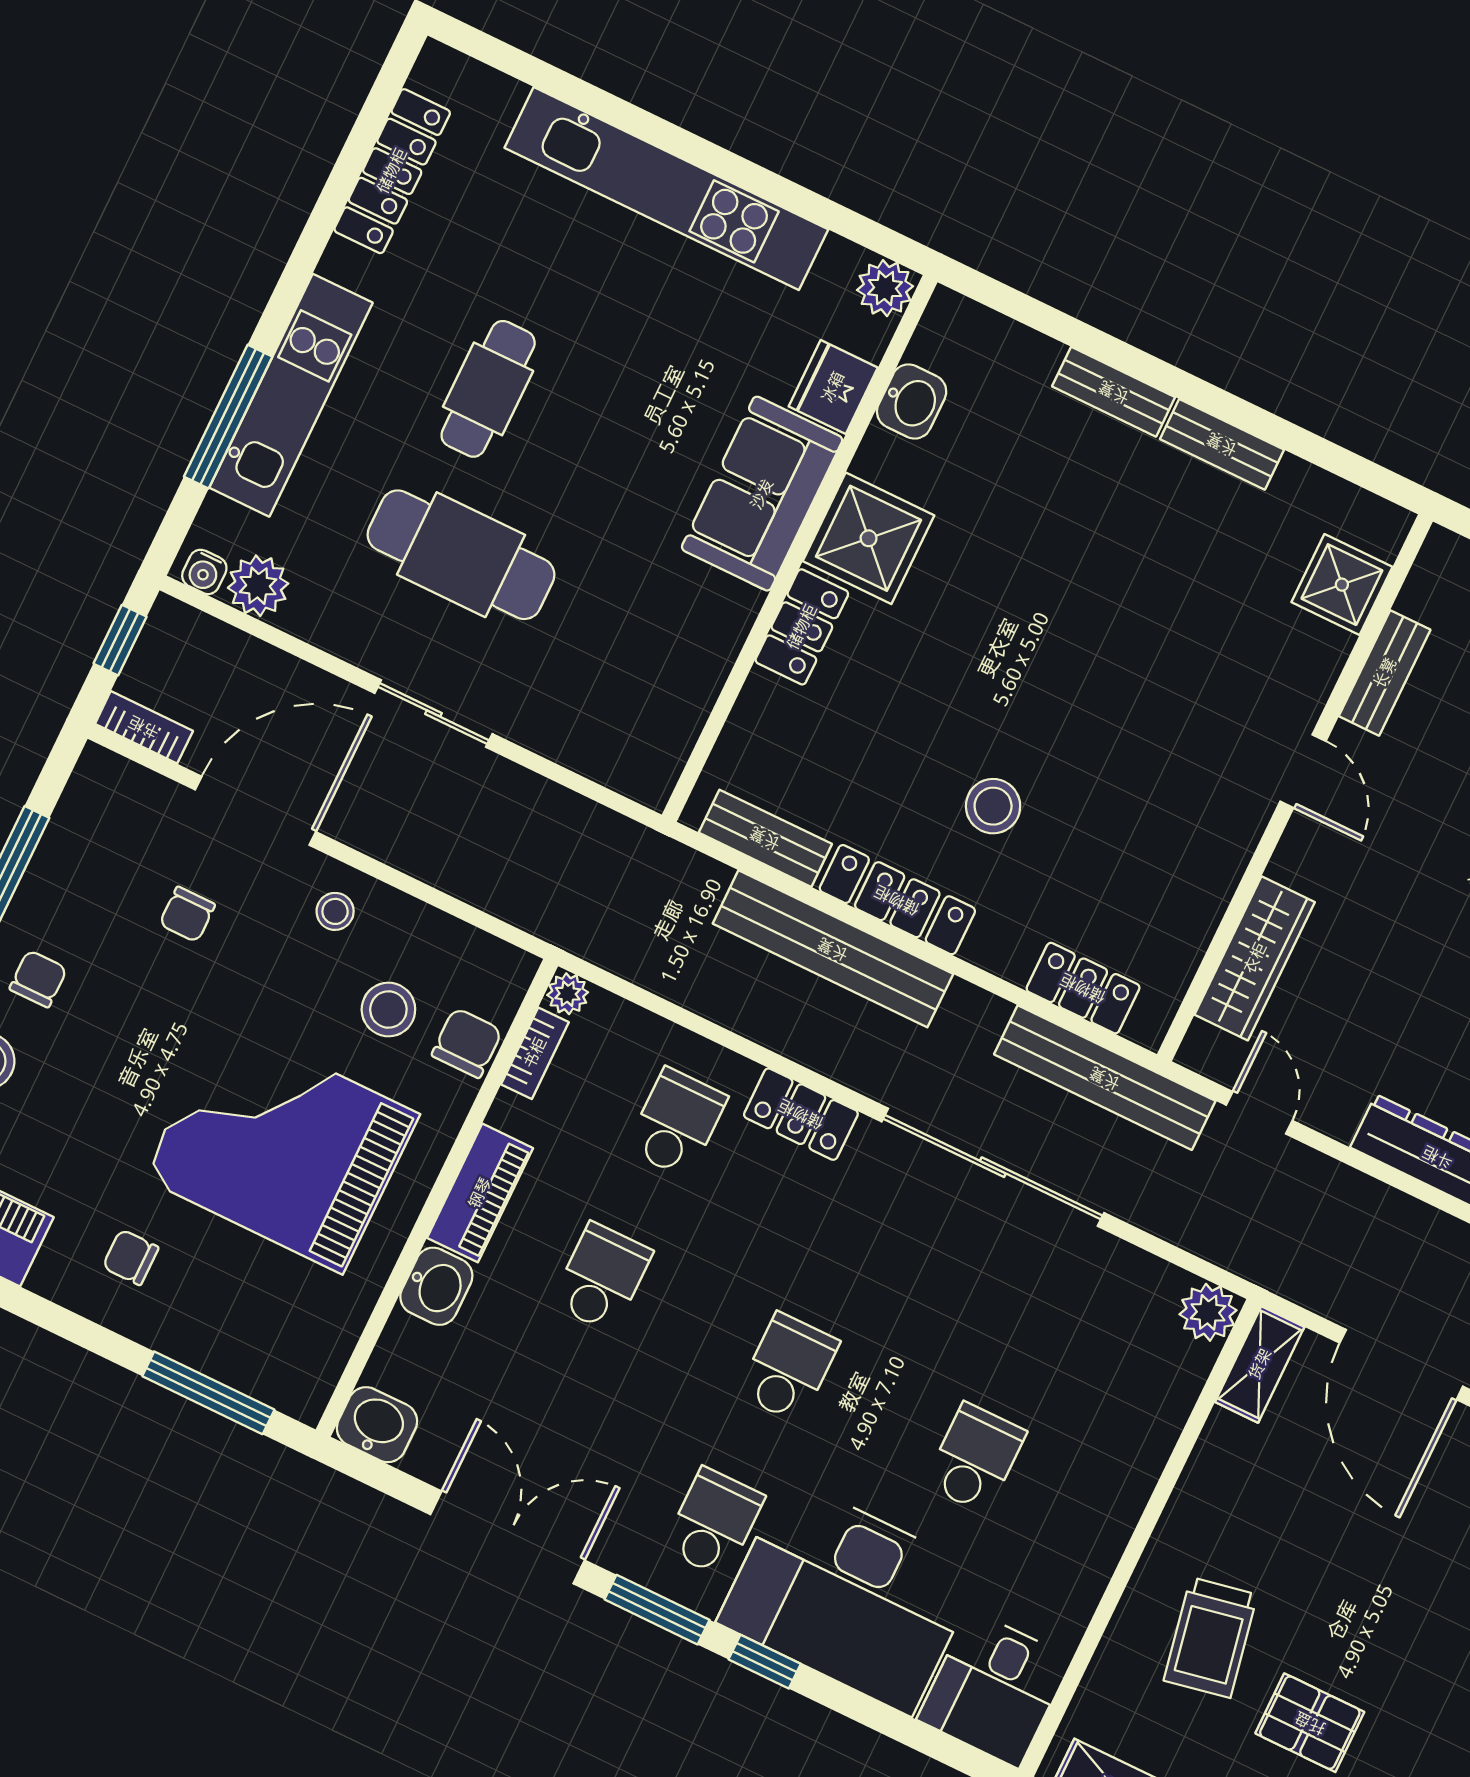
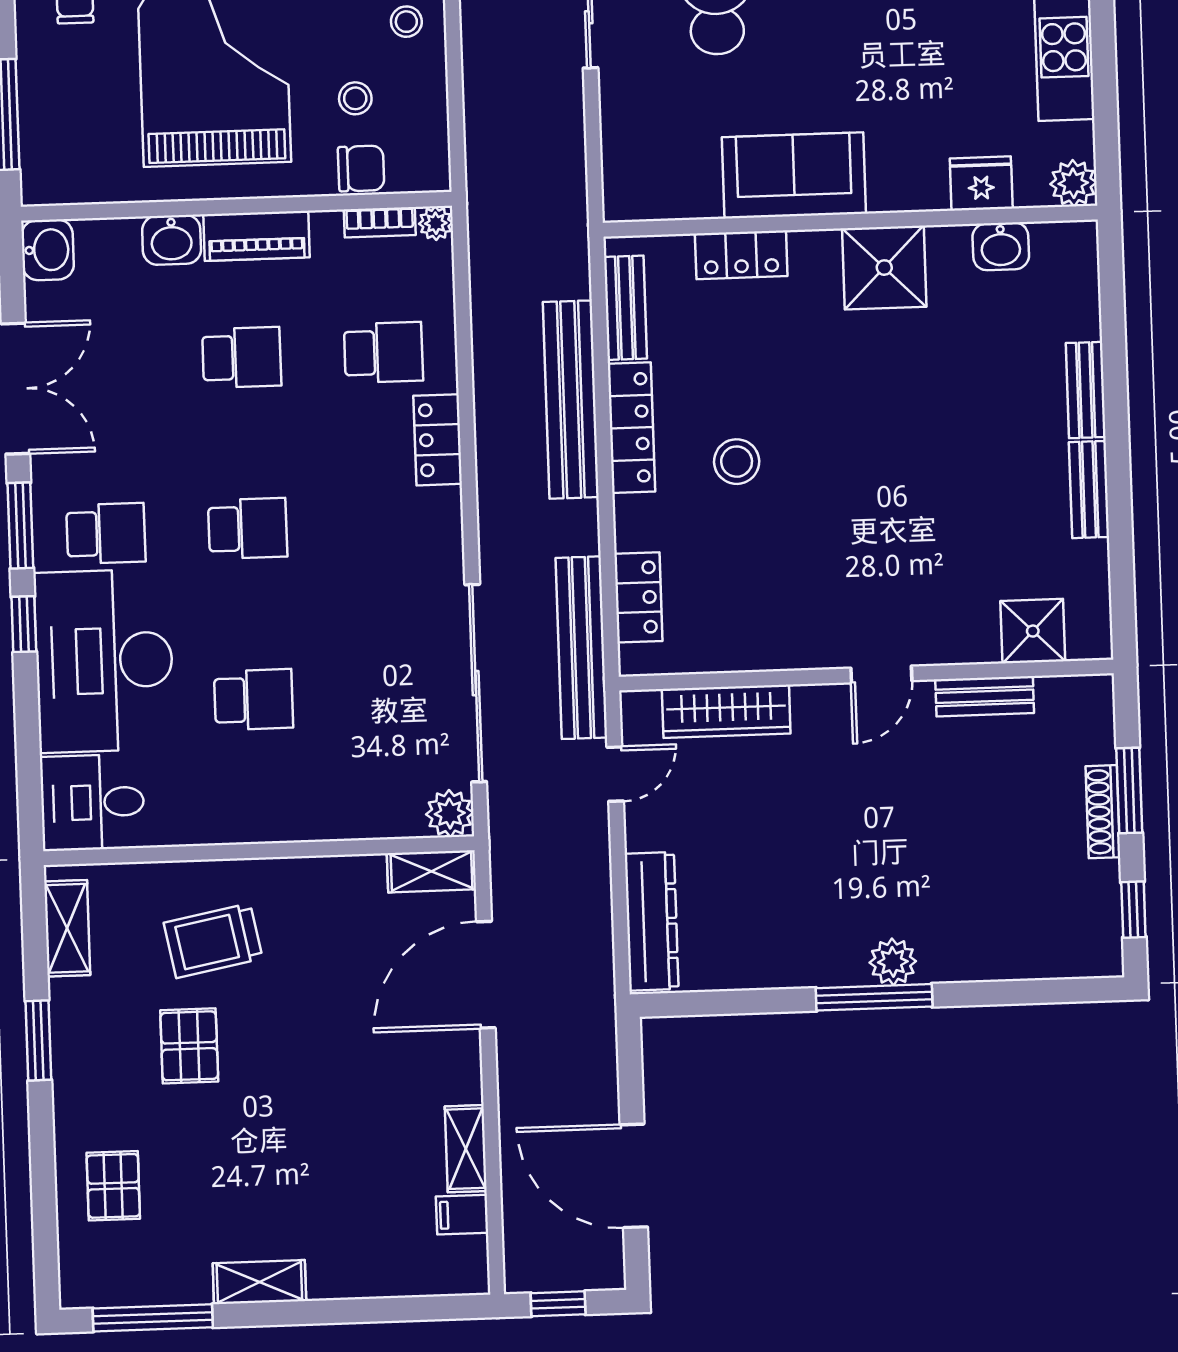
sofa: (762, 494) -> (794, 175), moved
locker: (802, 627) -> (741, 255), moved
stool: (388, 1009) -> (355, 98), width x0.73, depth x0.73
sliding door: (993, 1167) -> (476, 683), moved

